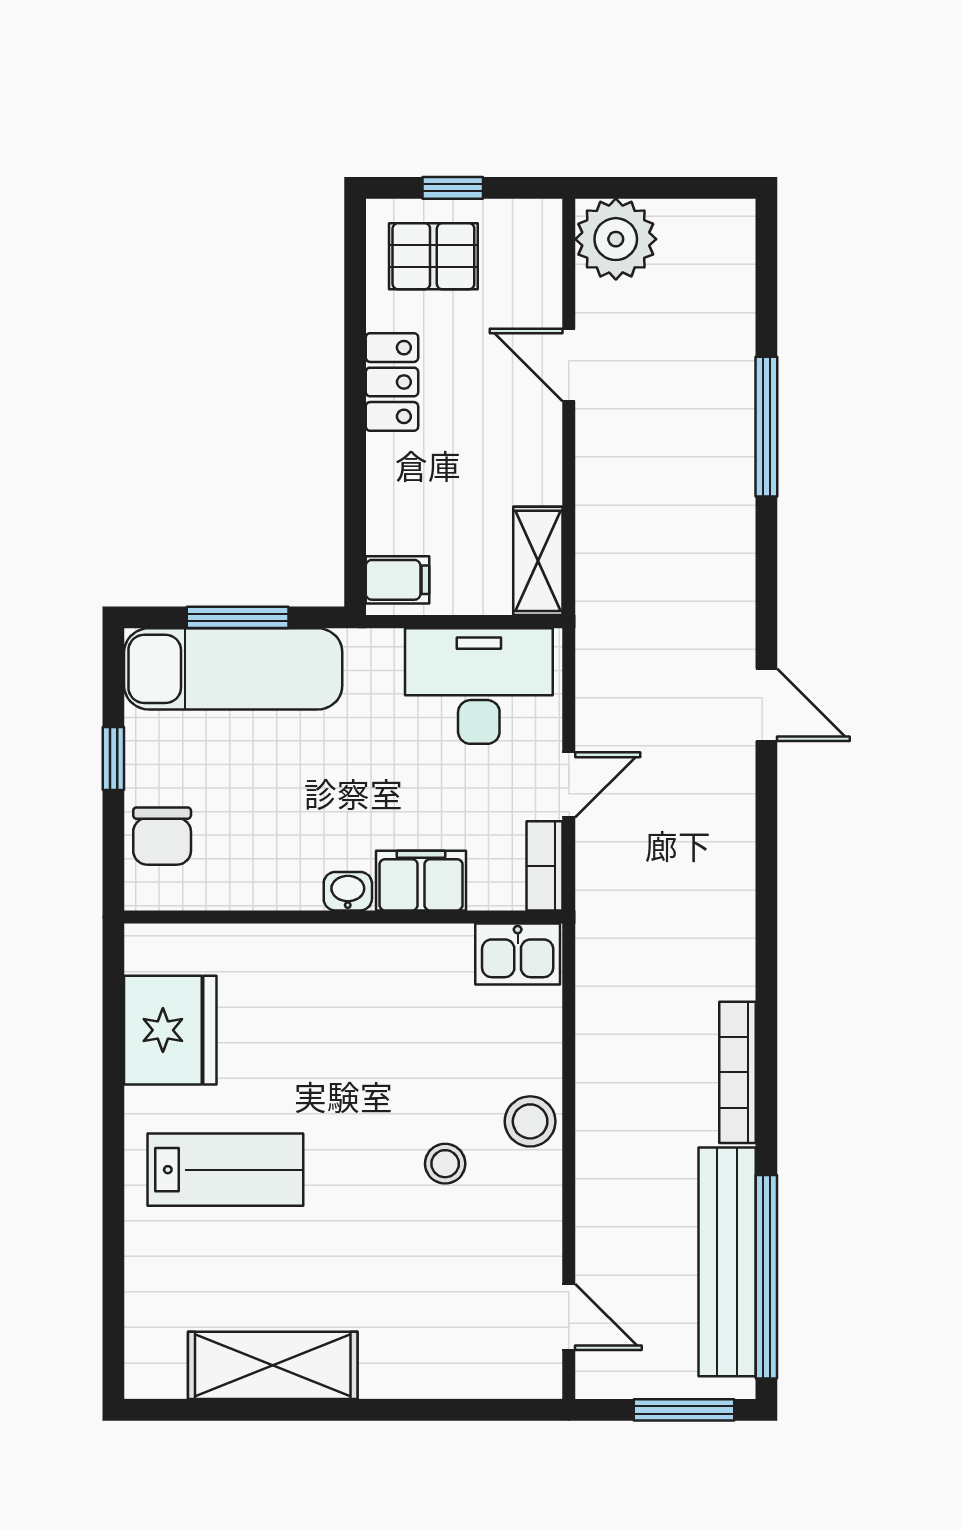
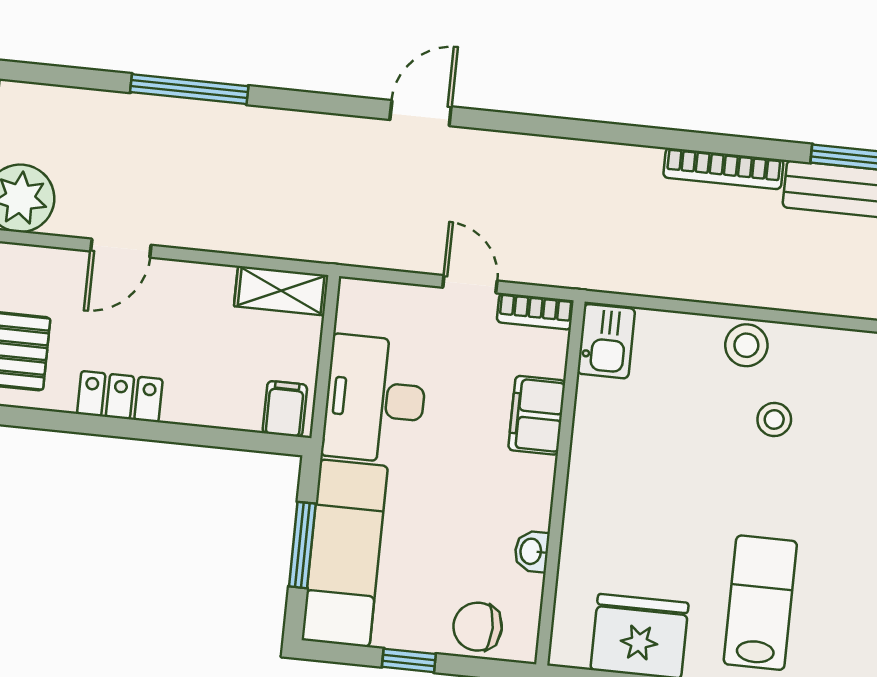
desk: (479, 686) -> (375, 399), moved
chair: (162, 836) -> (478, 627), turned 180
washbasin: (348, 891) -> (532, 551), moved

